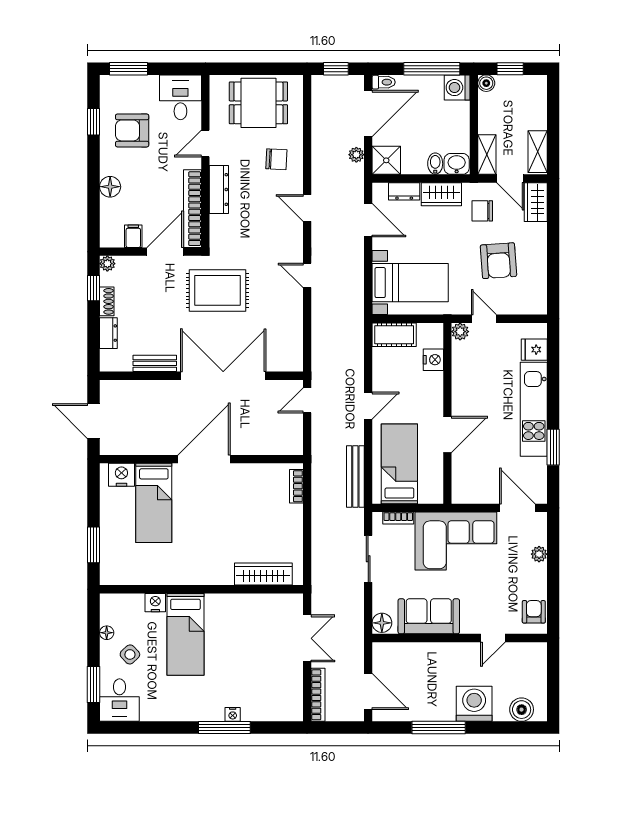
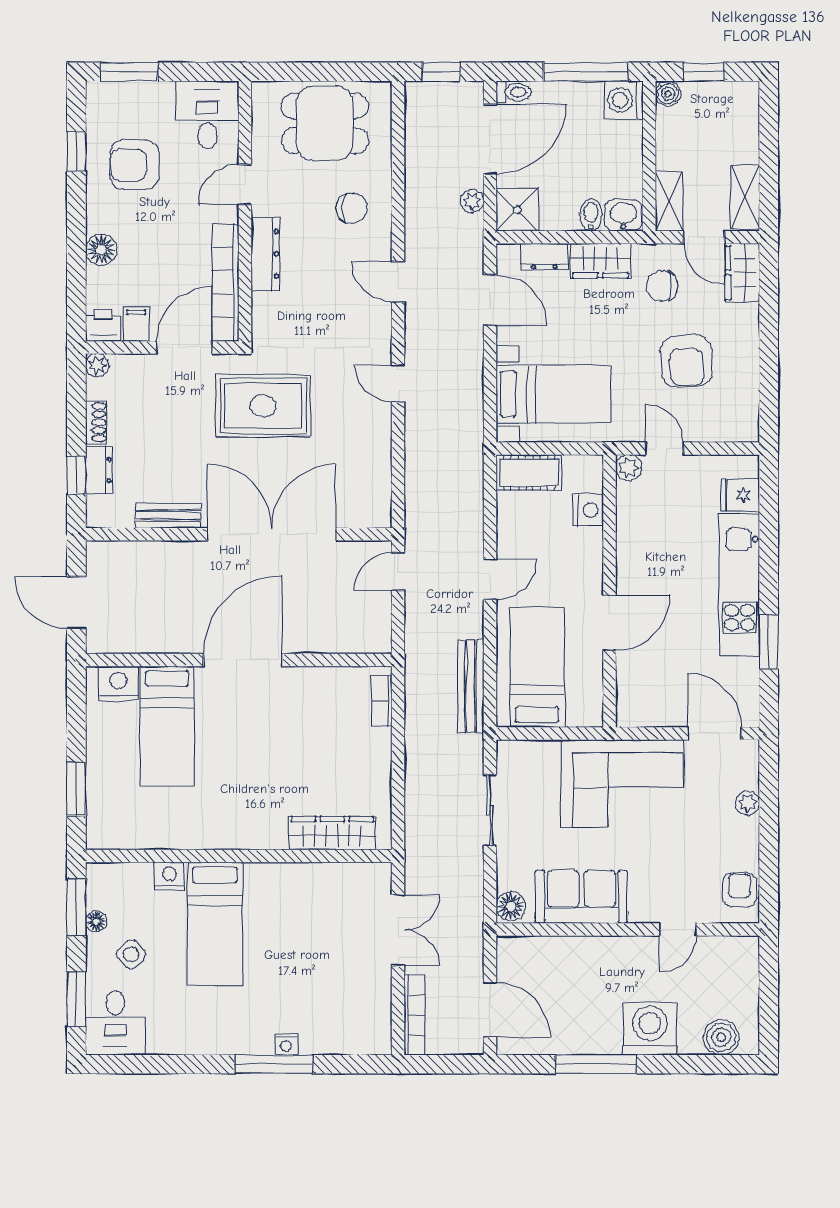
printer: (111, 237) -> (103, 325), added
window: (94, 288) -> (76, 475), moved
bookcase: (398, 518) -> (535, 749), removed
window: (94, 623) -> (76, 907), added

